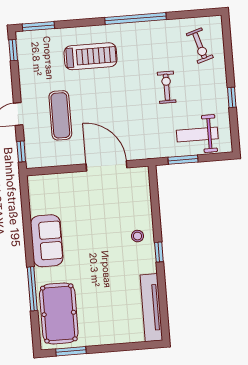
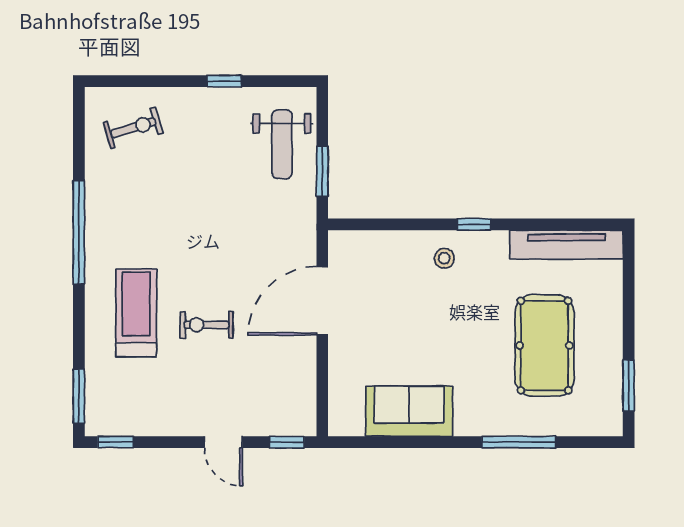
exercise bike: (167, 87) -> (207, 325), moved
exercise mat: (60, 115) -> (231, 371), removed
sofa: (47, 241) -> (409, 411), moved
pool table: (59, 313) -> (545, 346), moved, turned 90

